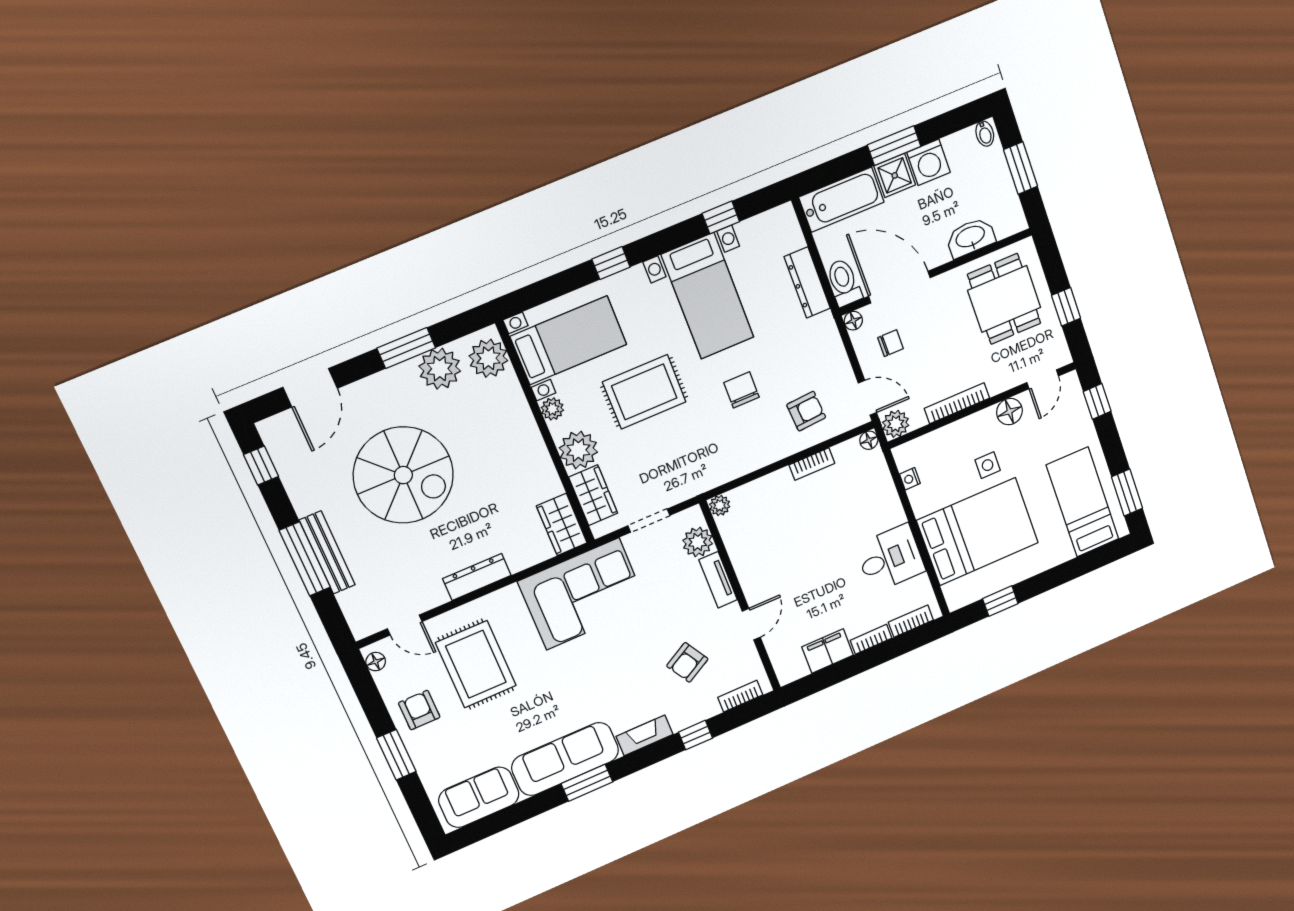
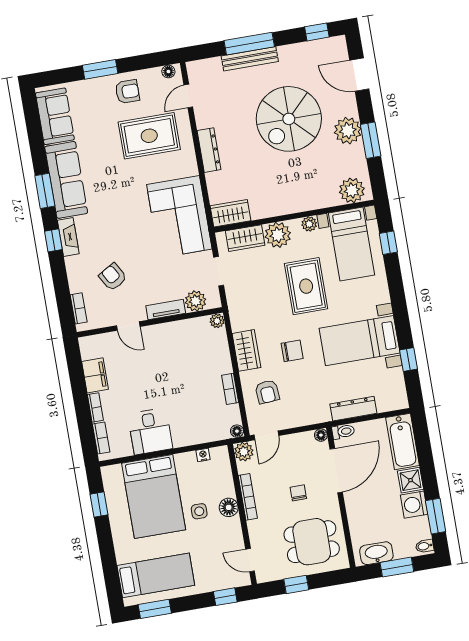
window: (894, 146) -> (436, 516), moved
washbasin: (970, 237) -> (376, 553), moved, turned -90
window: (611, 263) -> (388, 243), moved
toilet: (844, 282) -> (343, 432), width x0.73, depth x0.72
chair: (891, 343) -> (298, 493), moved, turned 180
plant: (440, 369) -> (348, 131), moved
floor lamp: (1009, 412) -> (229, 507), moved
wardrobe: (753, 454) -> (246, 350), added
window: (696, 735) -> (53, 240), moved

